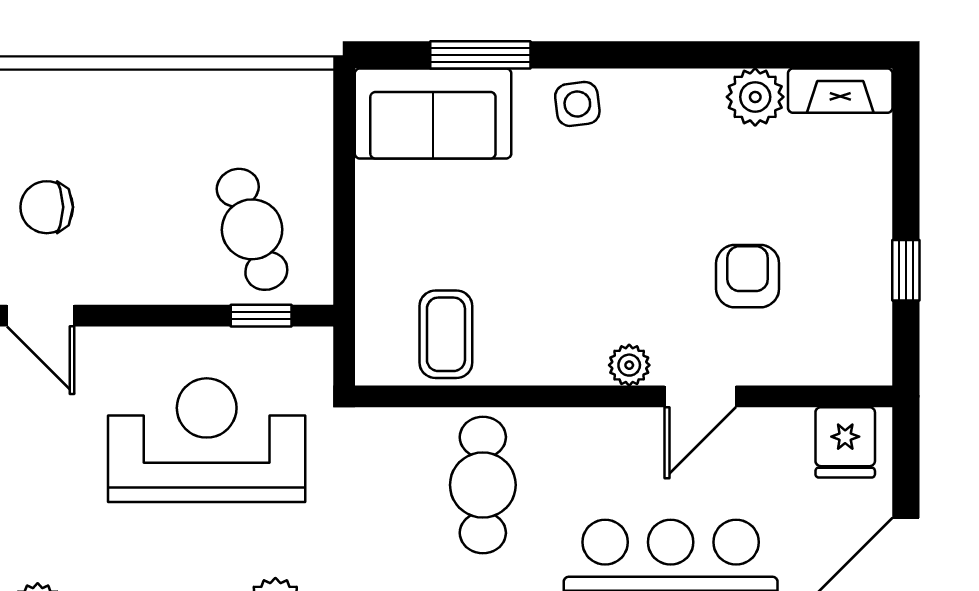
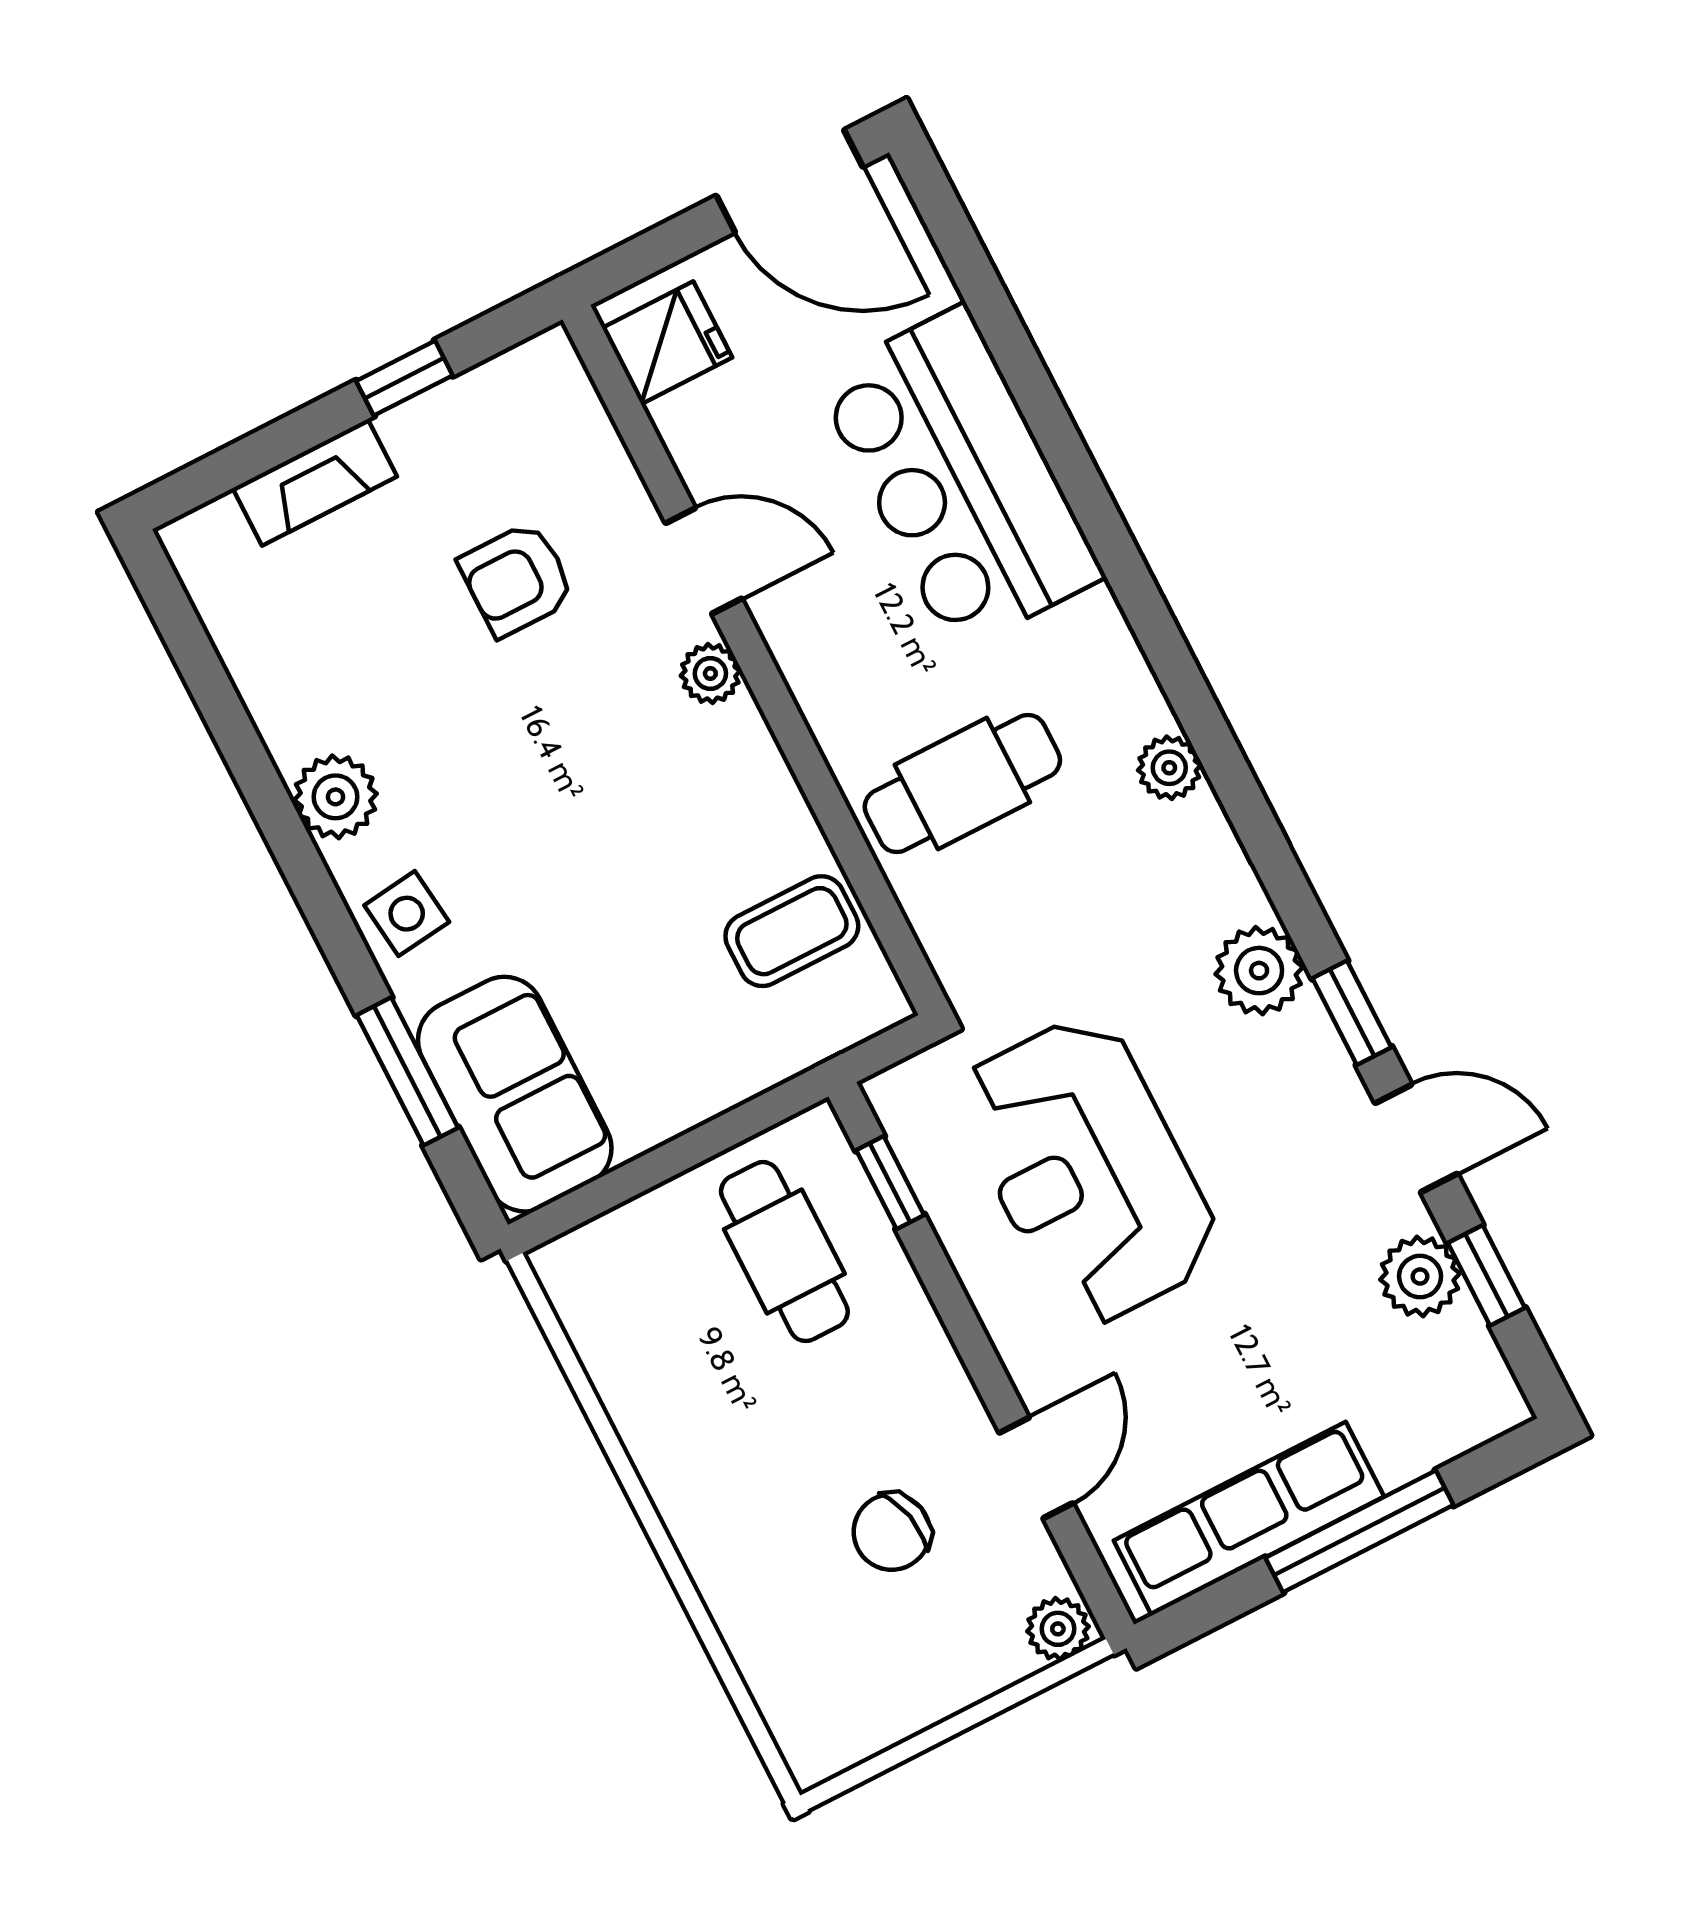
fireplace: (840, 91) -> (315, 482), moved, turned 90
plant: (755, 97) -> (335, 797), moved
chair: (47, 207) -> (892, 1532), turned 77
cafe table: (252, 229) -> (784, 1252), turned -71

